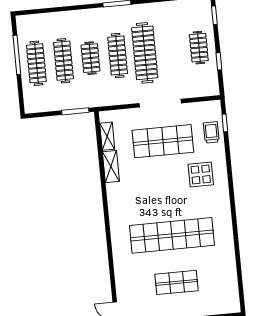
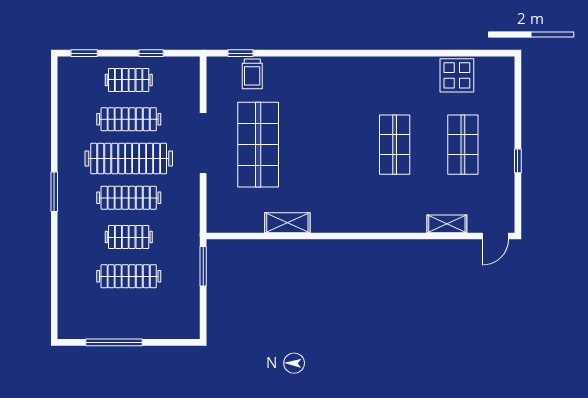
clothes rail: (36, 63) -> (129, 119), moved
trolley: (211, 132) -> (252, 74), turned -90
shelving: (107, 136) -> (447, 224), moved
display table: (201, 174) -> (457, 75), moved
shop shelf: (172, 235) -> (395, 145), width x0.50, depth x0.74

